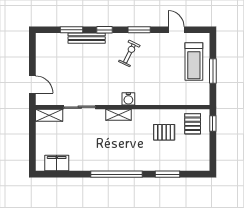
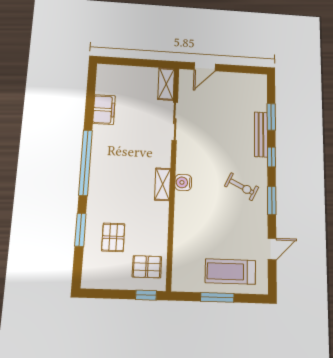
shelving: (118, 115) -> (163, 184), moved
pallet: (164, 132) -> (113, 237), moved
filing cabinet: (57, 163) -> (104, 110), moved

